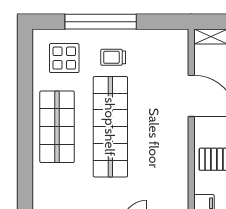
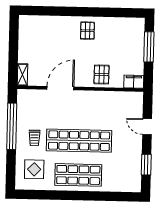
window: (101, 22) -> (12, 126), moved

